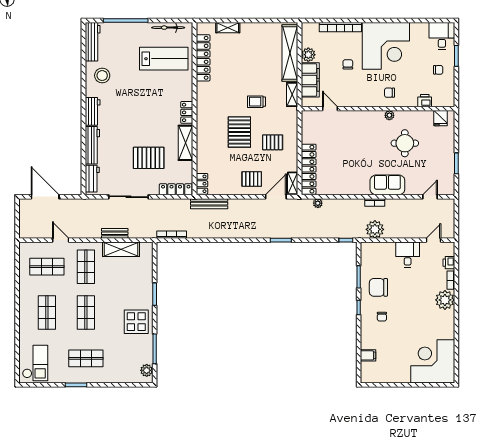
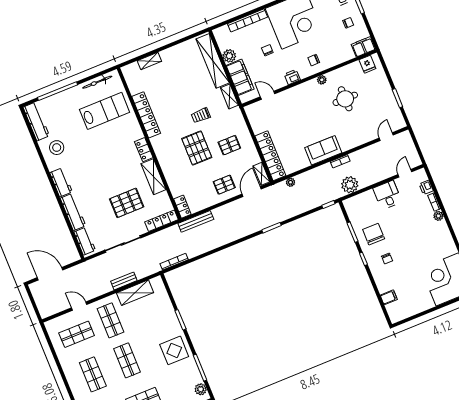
locker: (203, 58) -> (146, 115), moved
filing cabinet: (443, 99) -> (363, 47), added
printer: (425, 101) -> (292, 77), moved
sofa: (387, 185) -> (323, 150), moved
chair: (378, 287) -> (374, 234), turned 90
plant: (445, 300) -> (438, 216), width x0.53, depth x0.53

